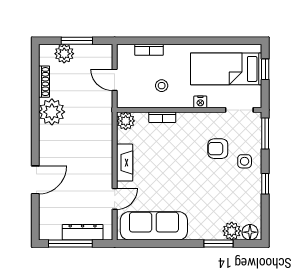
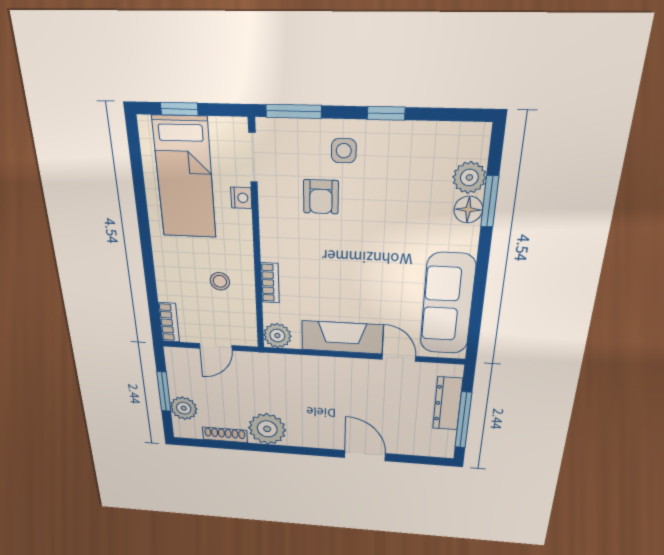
bookcase: (149, 50) -> (169, 322), moved
nightstand: (200, 102) -> (241, 198), moved
fireplace: (125, 163) -> (342, 337), width x1.37, depth x1.32
floor lamp: (250, 232) -> (468, 210), moved

